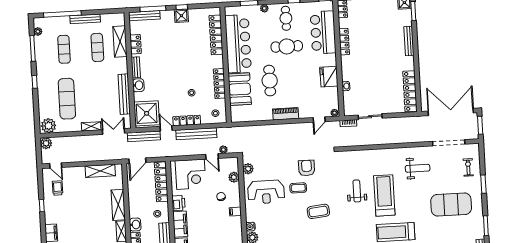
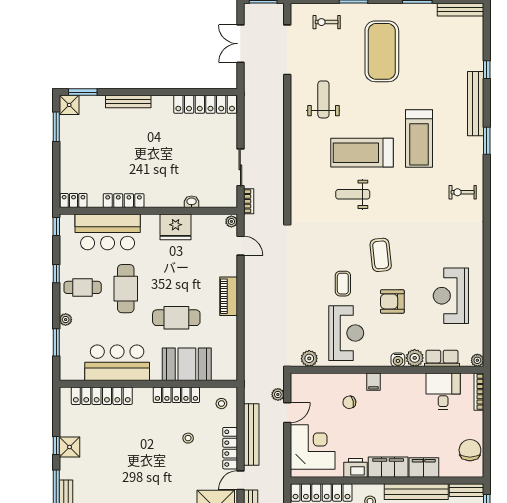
bar counter: (238, 44) -> (117, 363), width x0.73
double door: (451, 112) -> (240, 44), width x0.54
armchair: (307, 168) -> (392, 301), moved
plant: (234, 177) -> (321, 381), removed

